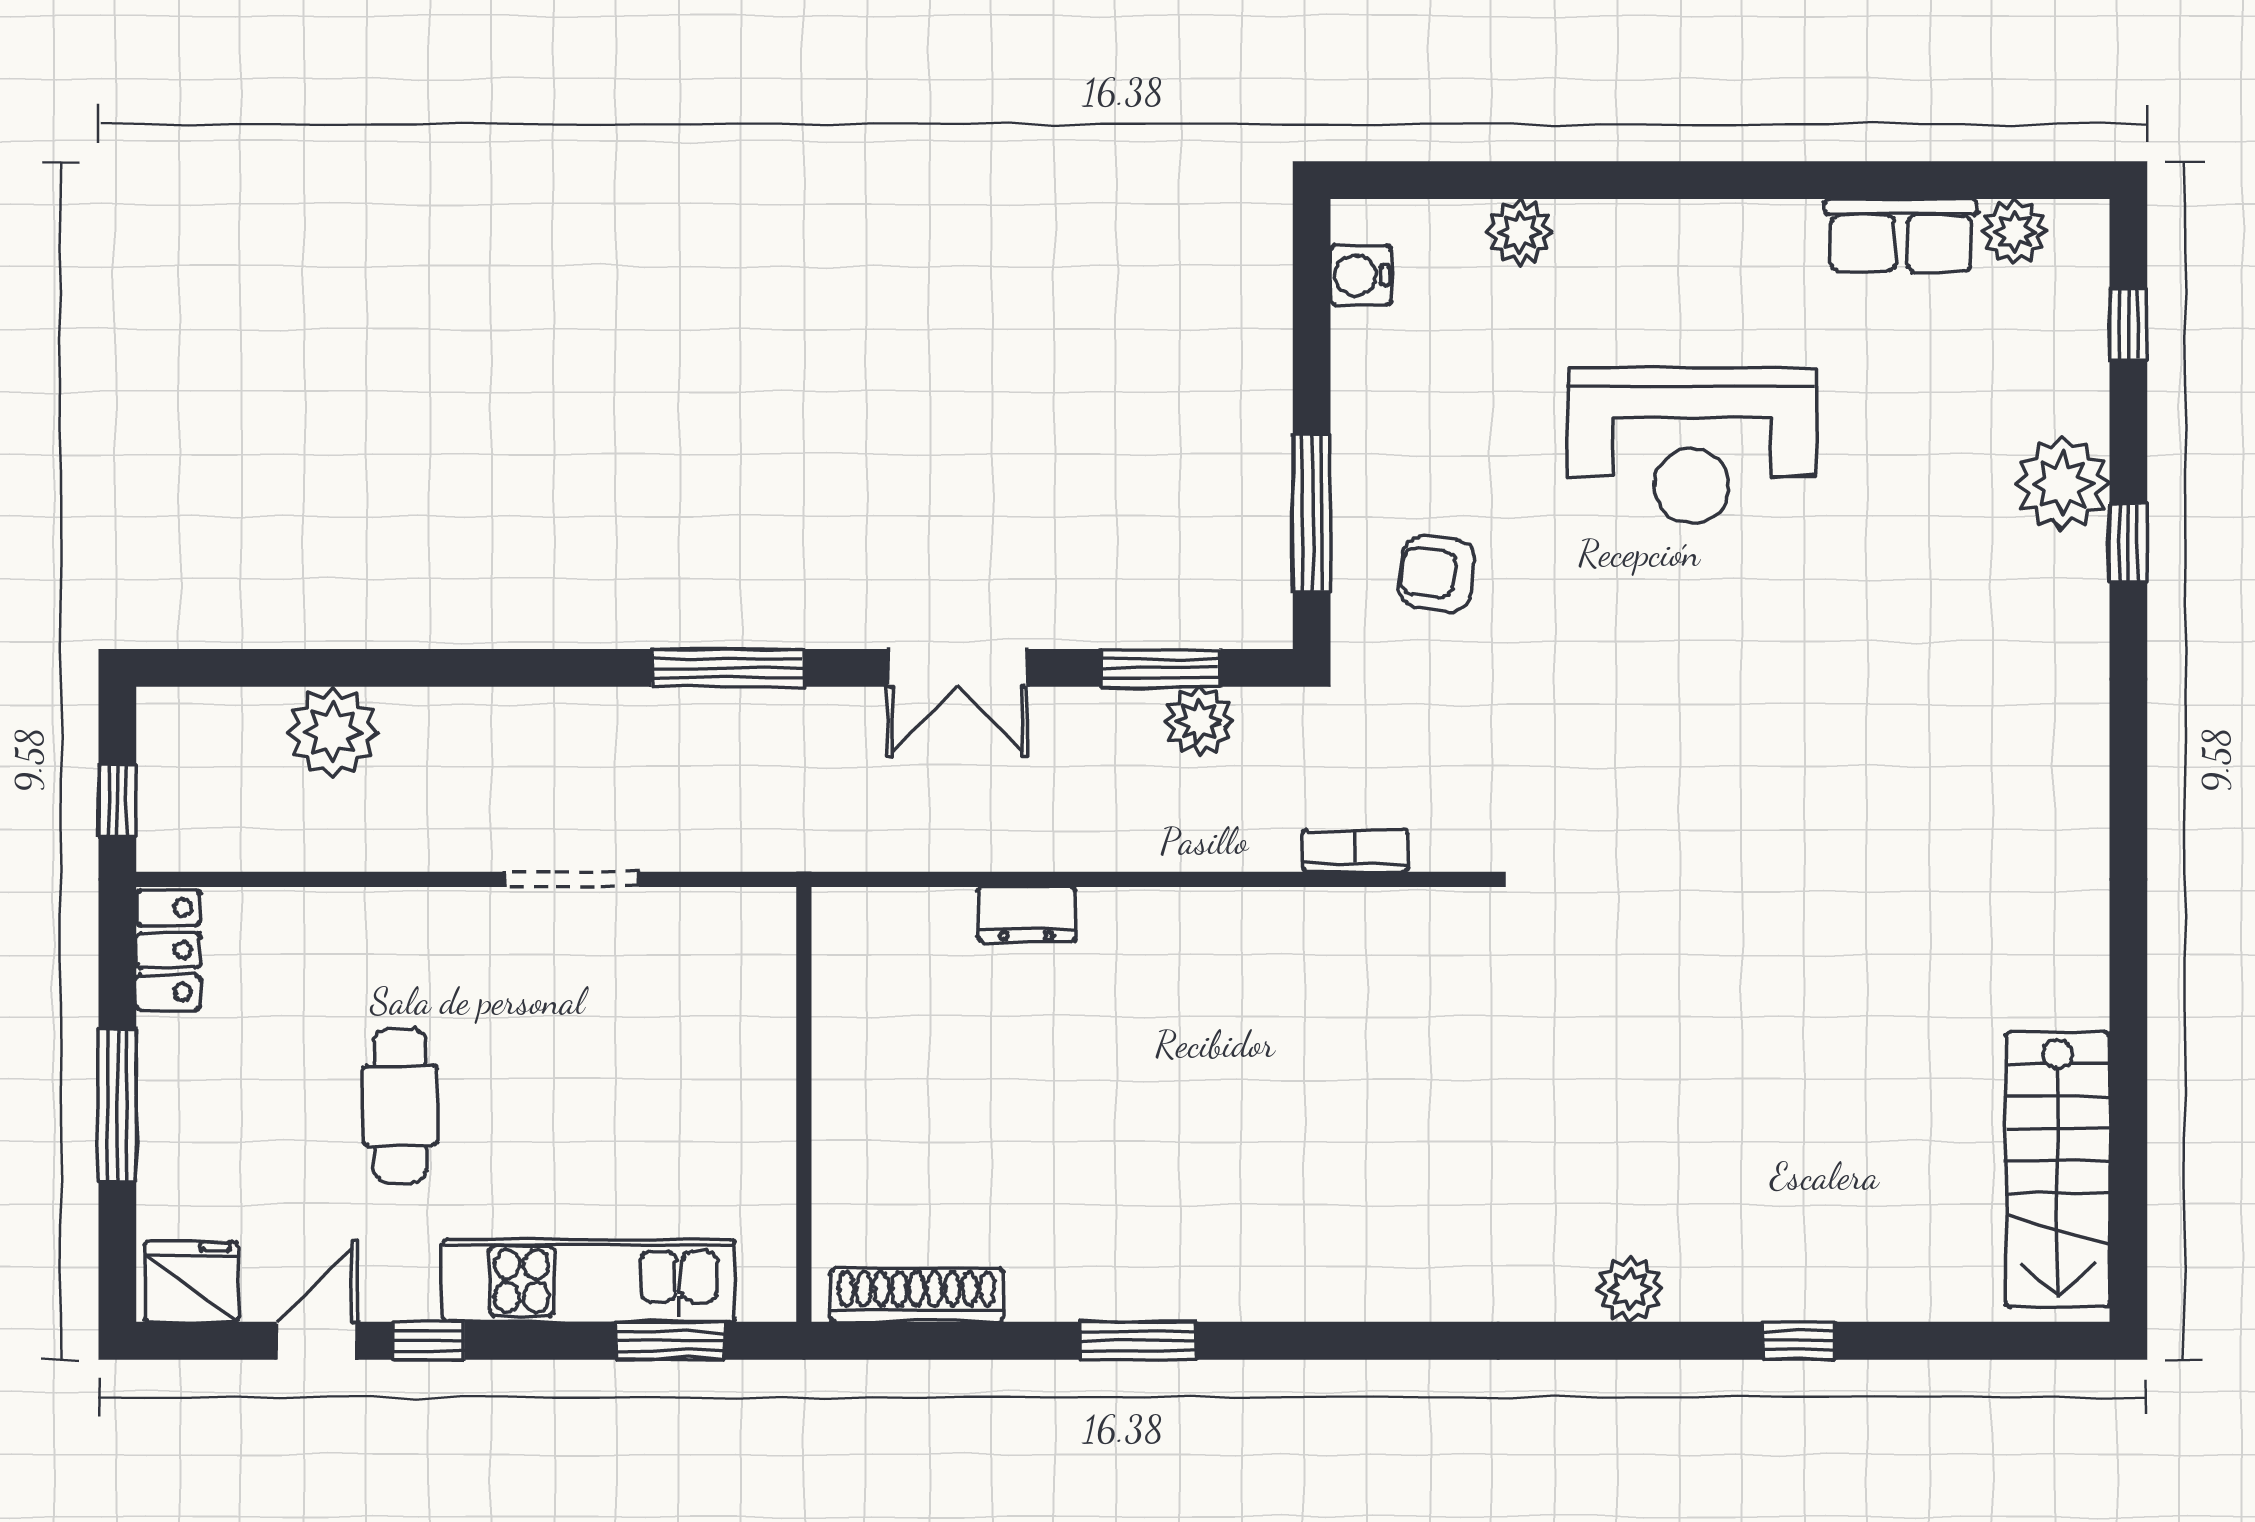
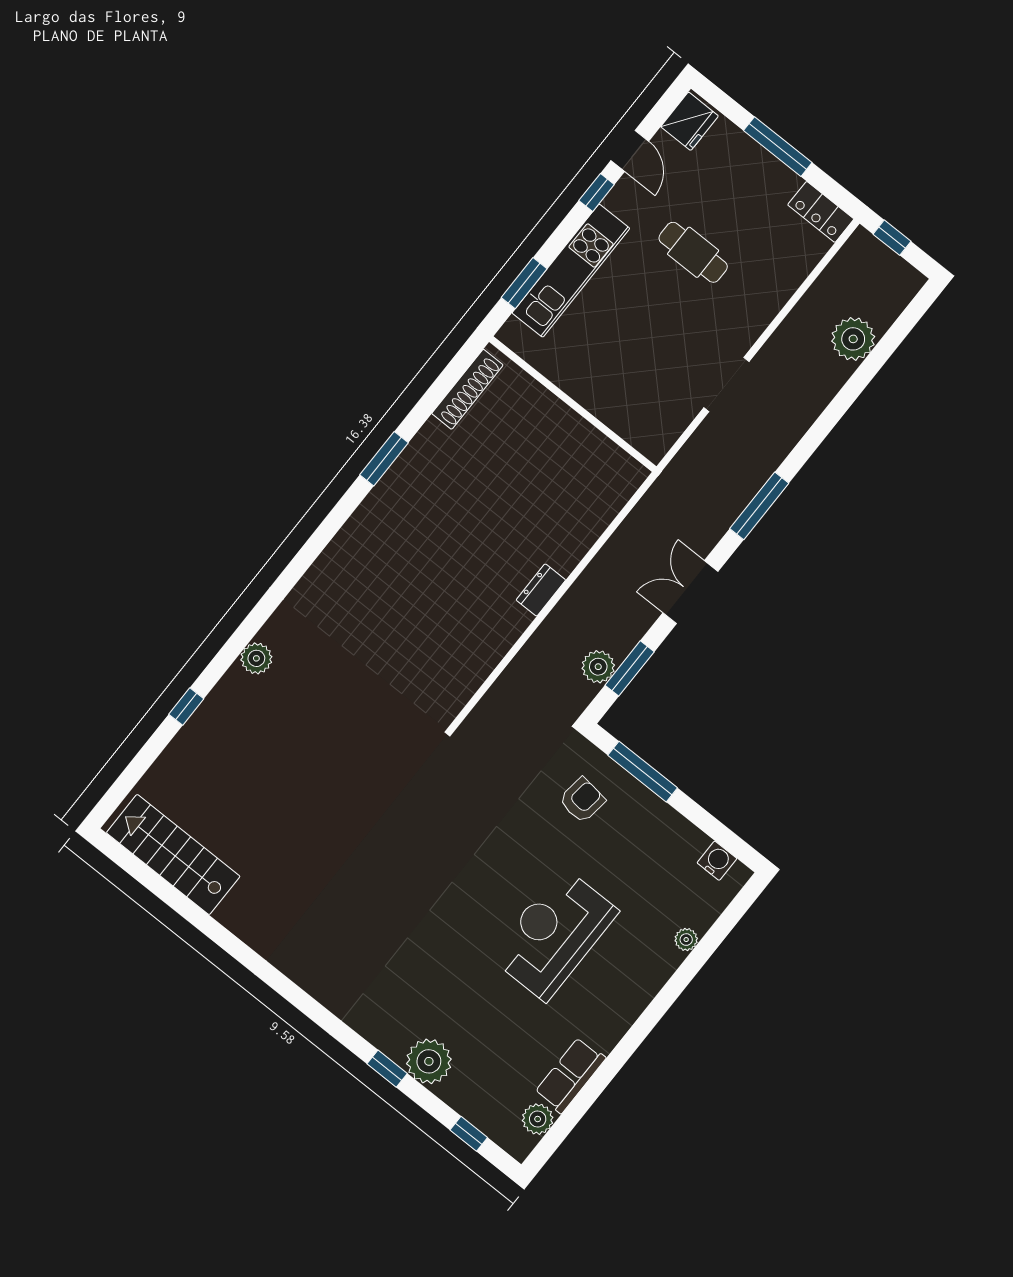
plant: (1520, 232) -> (686, 940), width x0.73, depth x0.73
bookcase: (1355, 851) -> (503, 687), removed
dresser: (1026, 914) -> (541, 590), moved

